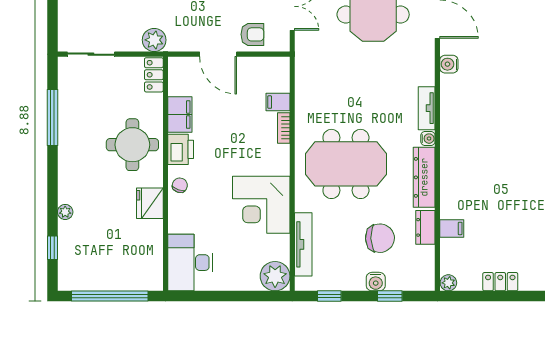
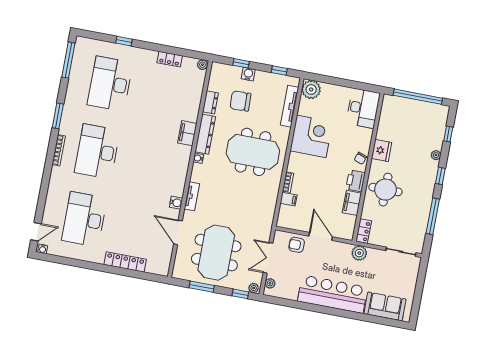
tv unit: (427, 108) -> (192, 196), moved
window: (52, 181) -> (440, 176), added
filing cabinet: (452, 228) -> (187, 133), moved, width x2.00

